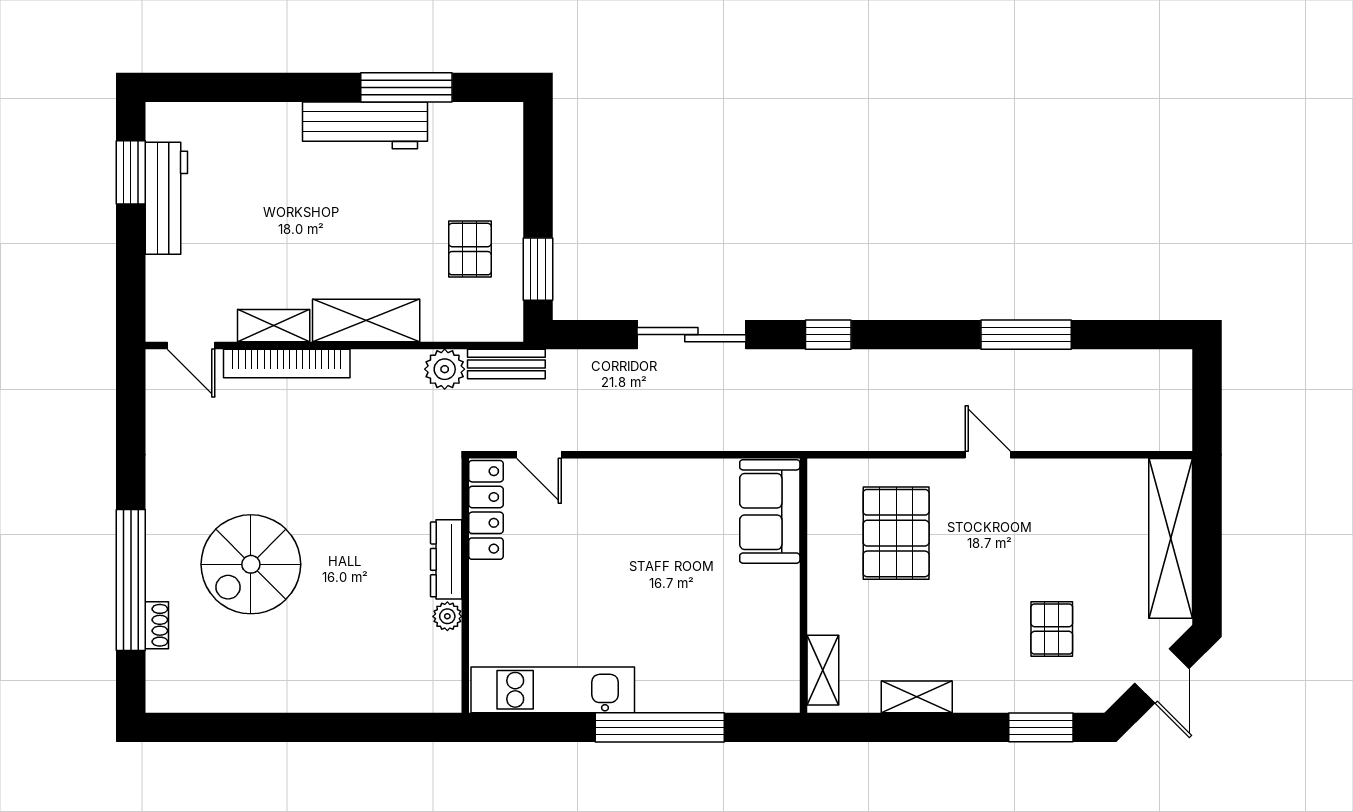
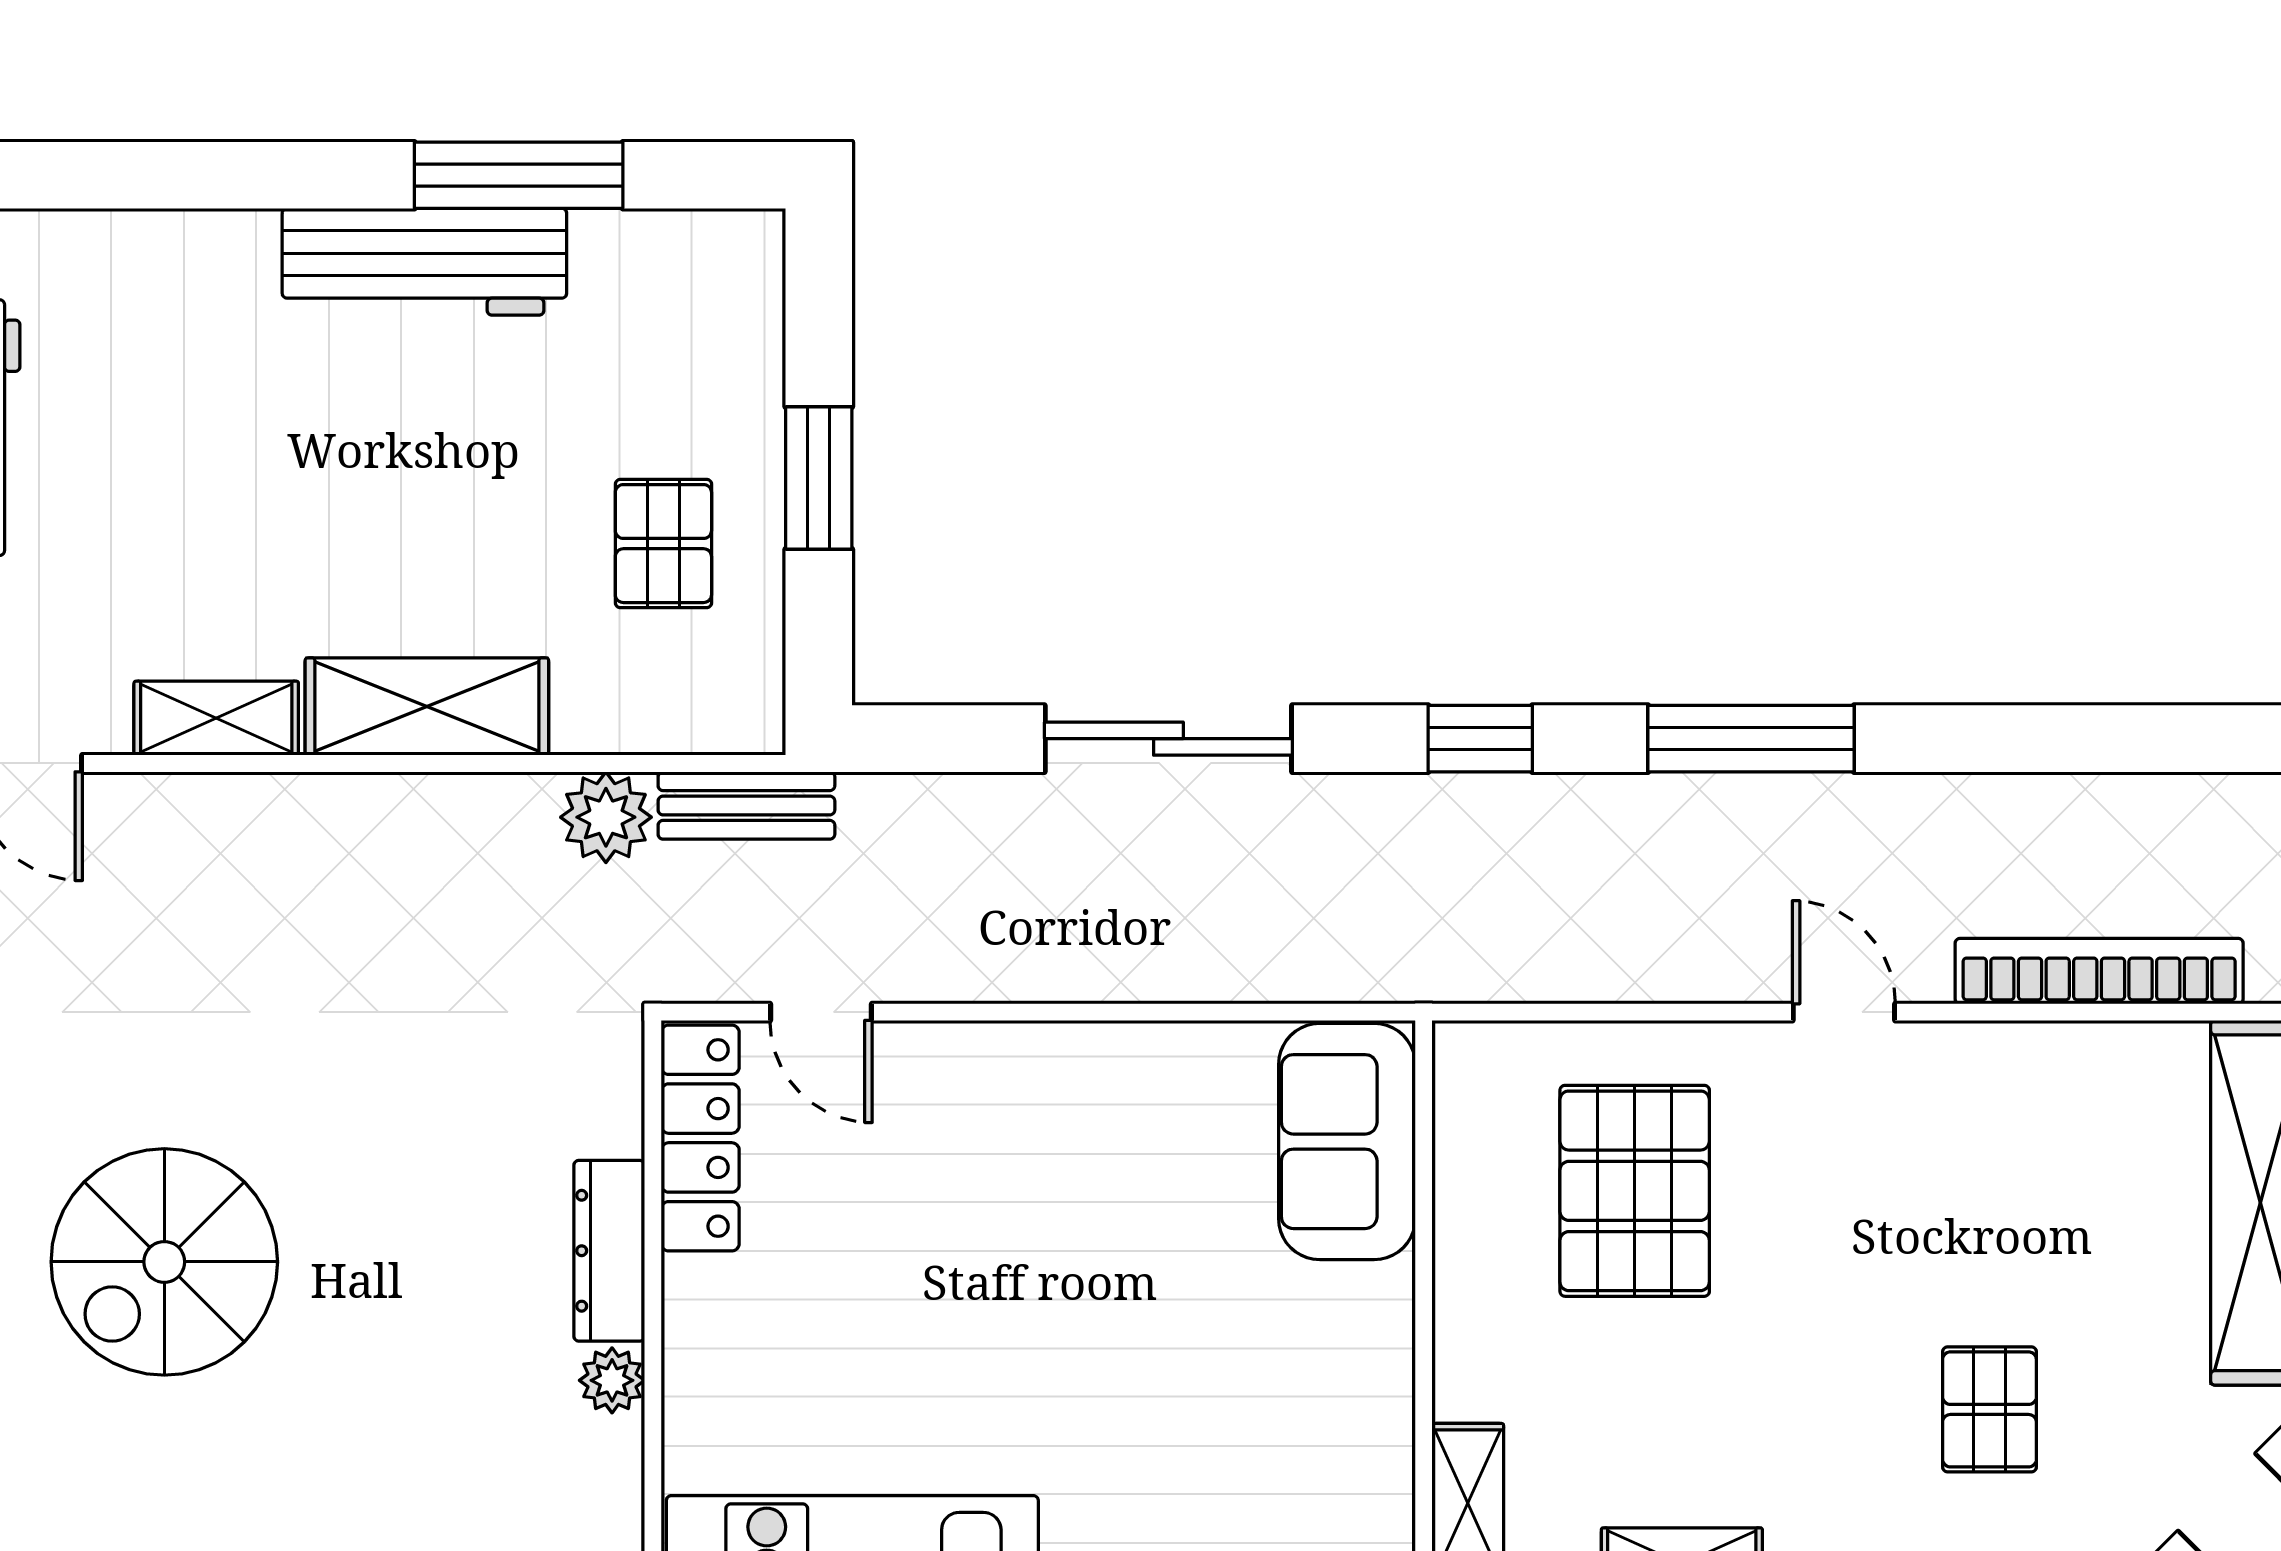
window: (538, 269) -> (819, 478), moved
window: (1026, 335) -> (1751, 739), moved
bookcase: (287, 364) -> (2099, 971), moved, turned 180

